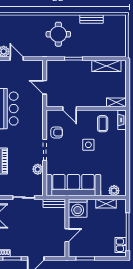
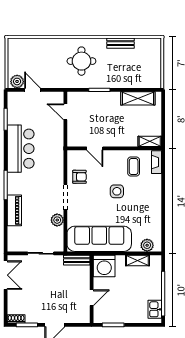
door: (45, 87) -> (65, 112), moved

